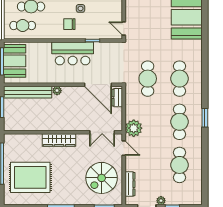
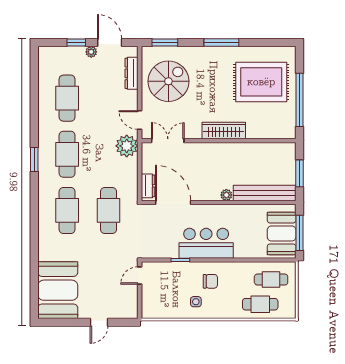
door: (124, 29) -> (140, 276), swing flipped

